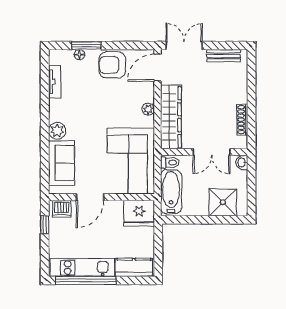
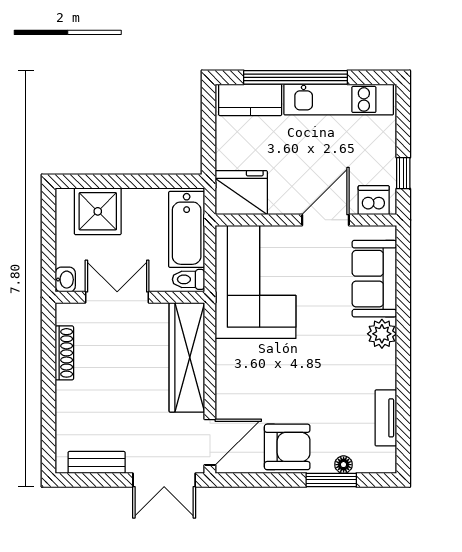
plant: (148, 109) -> (226, 371), removed
window: (86, 280) -> (295, 77), moved

